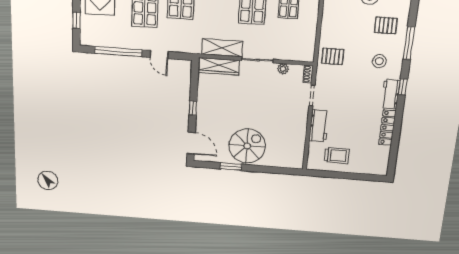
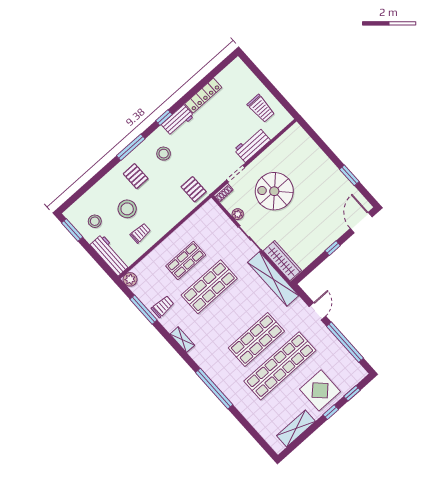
shelving: (222, 48) -> (273, 279), width x1.47
spiral stairs: (247, 146) -> (274, 191), moved
trolley: (337, 156) -> (261, 108), turned 180

